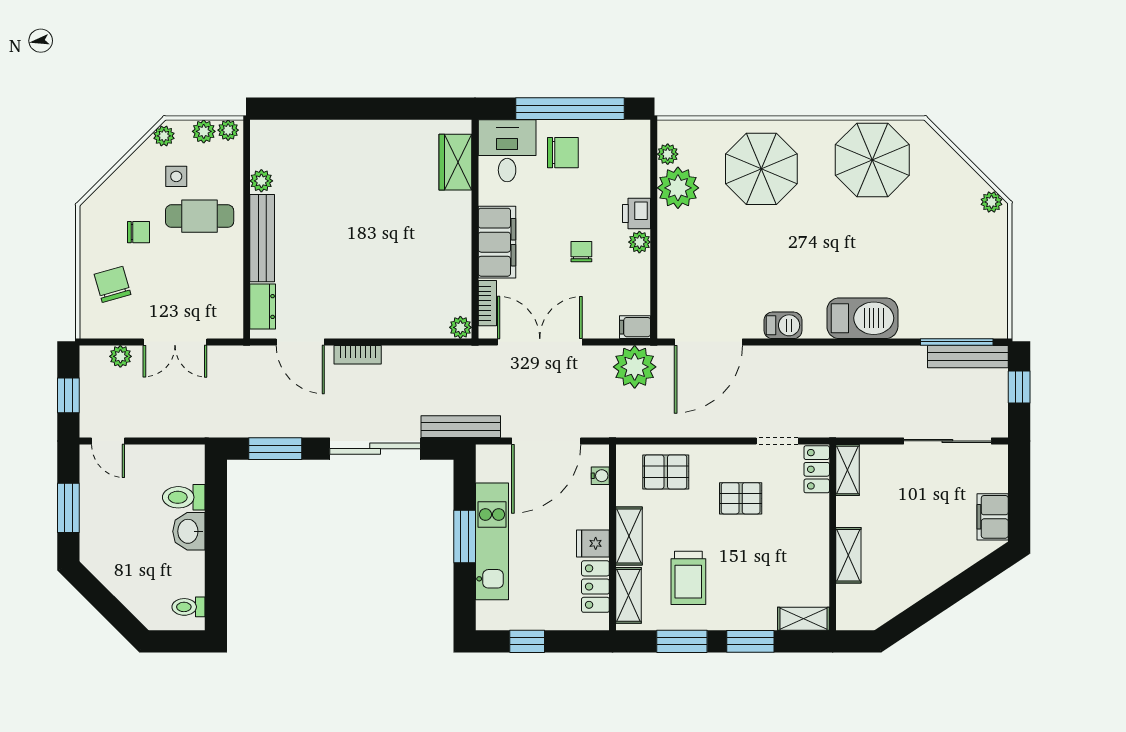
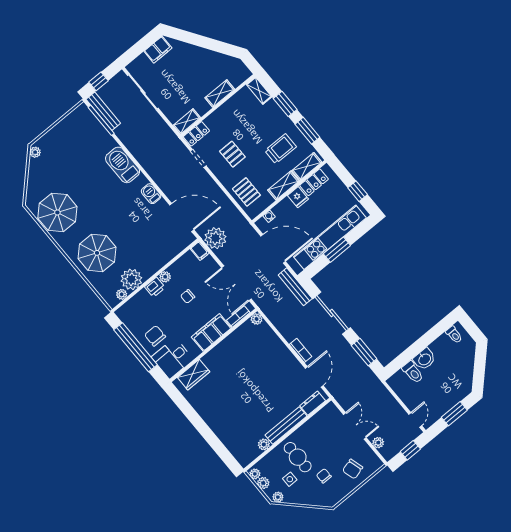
kitchen unit: (492, 541) -> (330, 237), width x1.36

